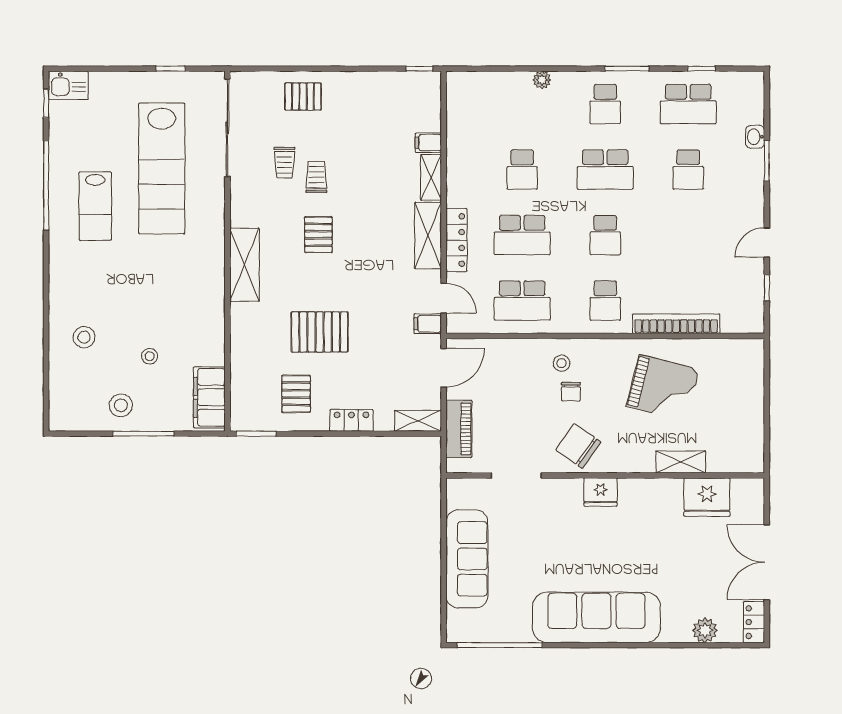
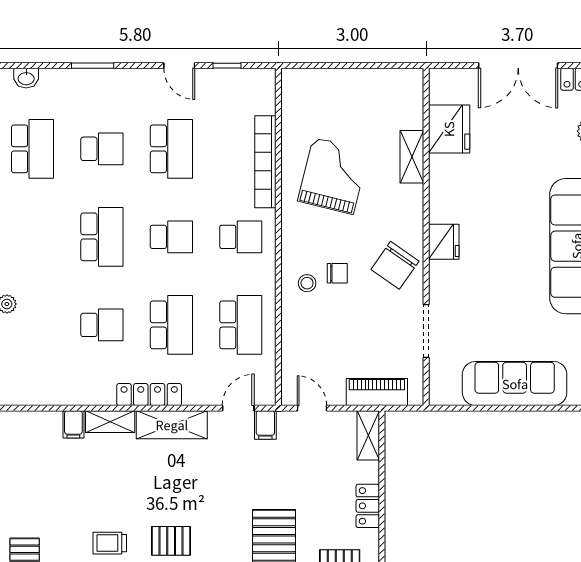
school desk: (605, 104) -> (171, 149), moved, width x1.85
washbasin: (755, 137) -> (26, 78), moved
locker: (456, 240) -> (149, 395), moved
door: (444, 368) -> (312, 408), width x0.73

